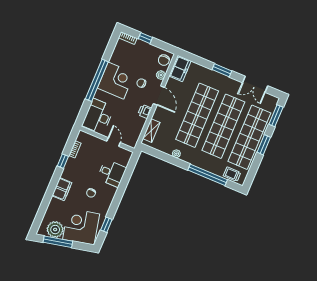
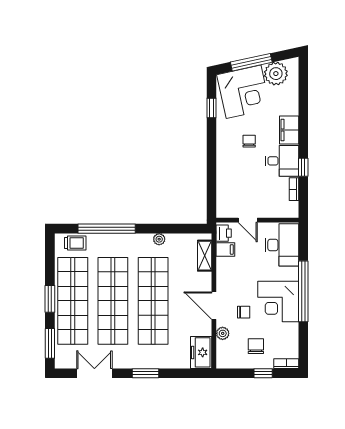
chair: (164, 60) -> (256, 346), moved
printer: (145, 111) -> (224, 233), moved
filing cabinet: (136, 129) -> (225, 250), added
desk: (112, 173) -> (282, 161), moved, turned 180
window: (58, 242) -> (251, 62), moved

